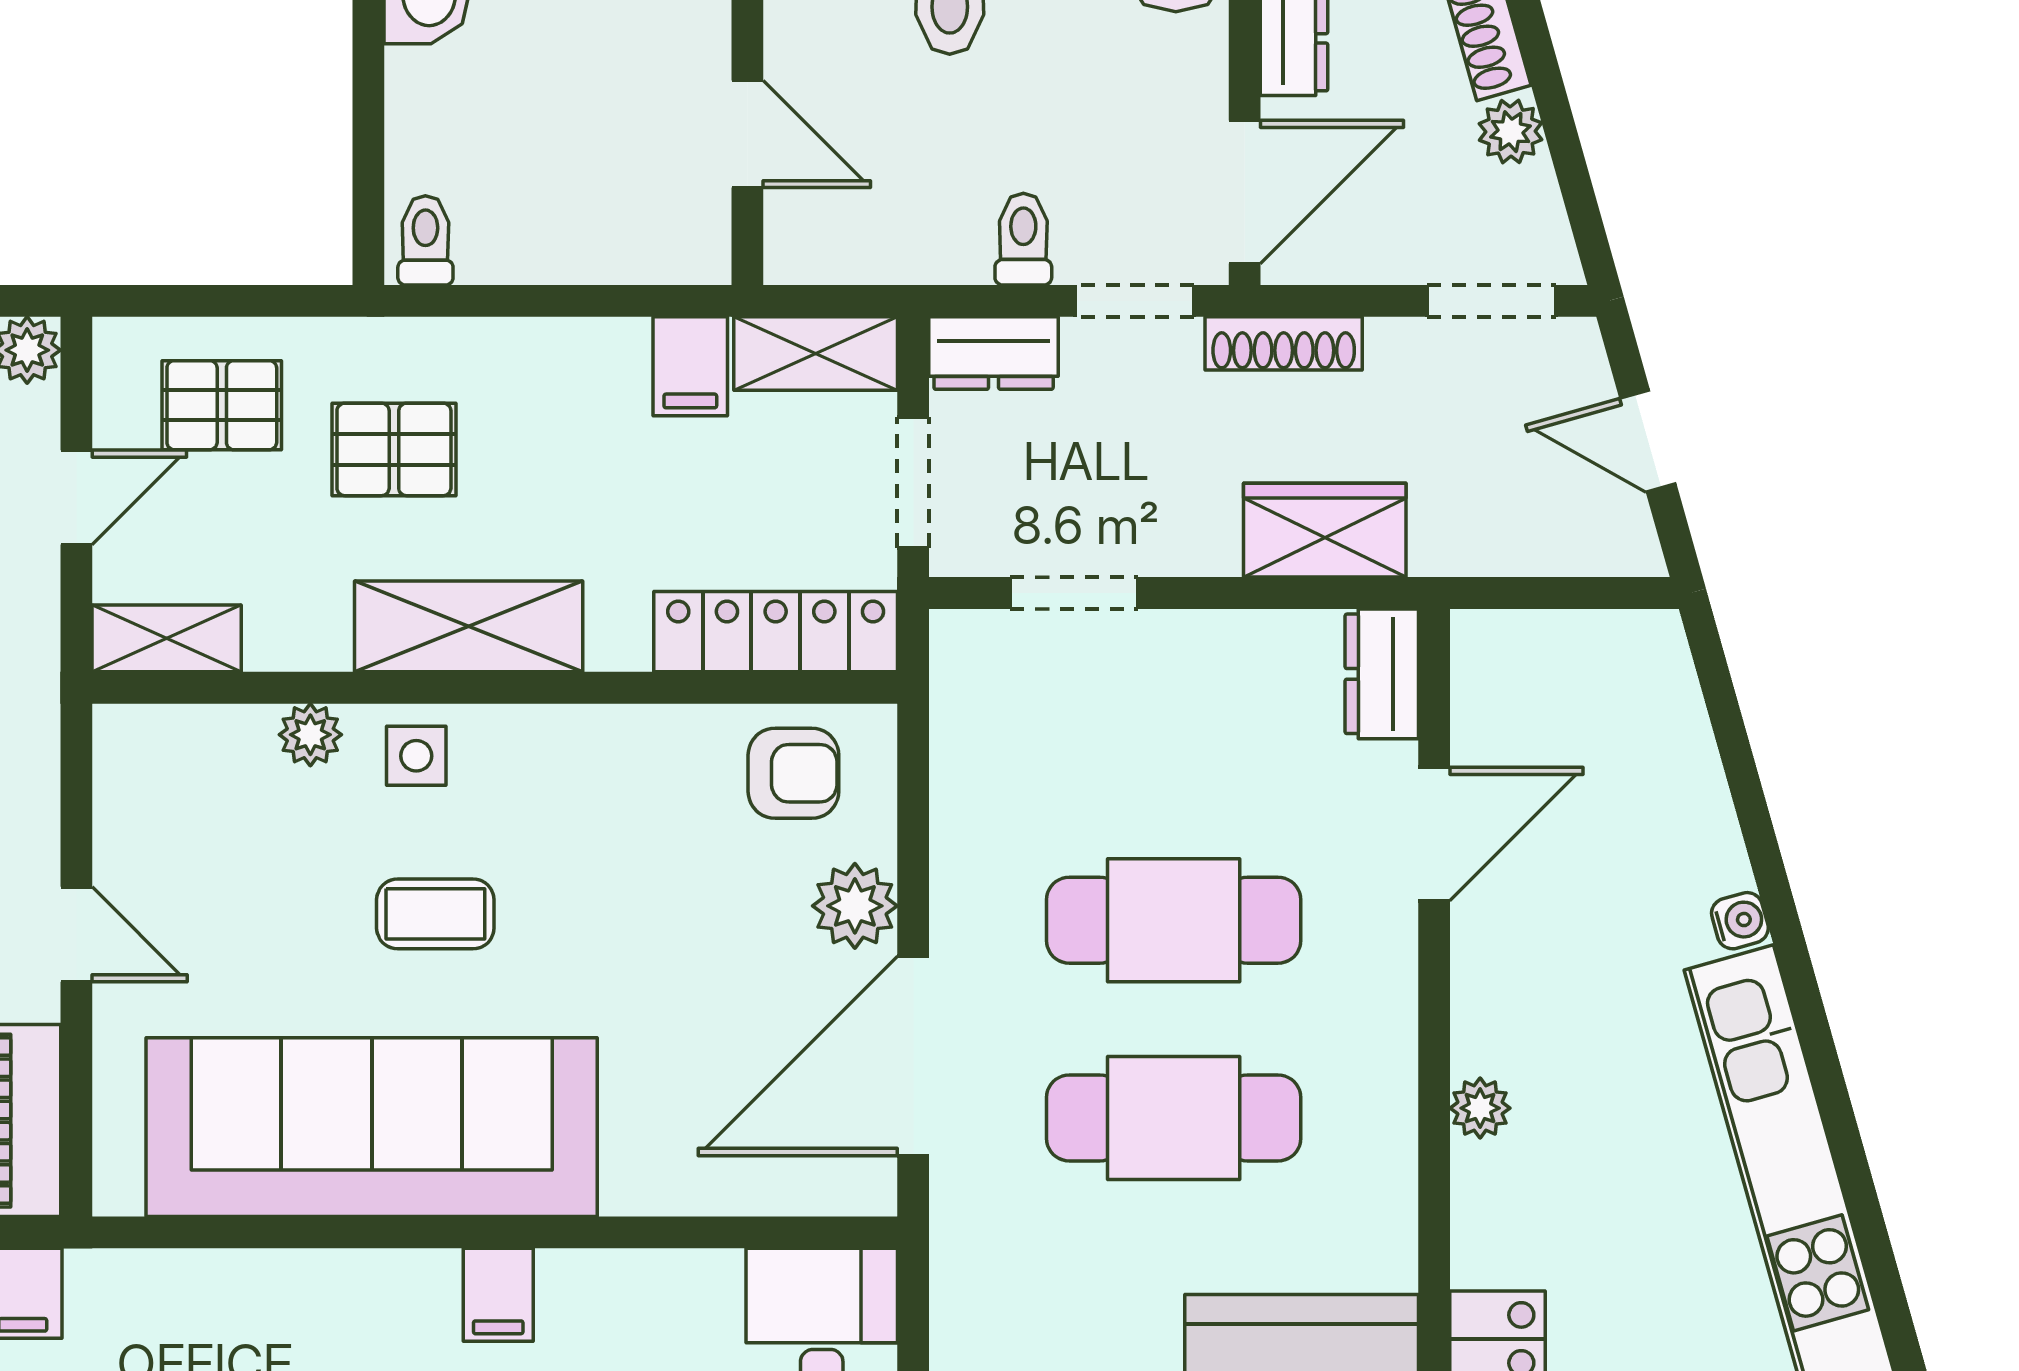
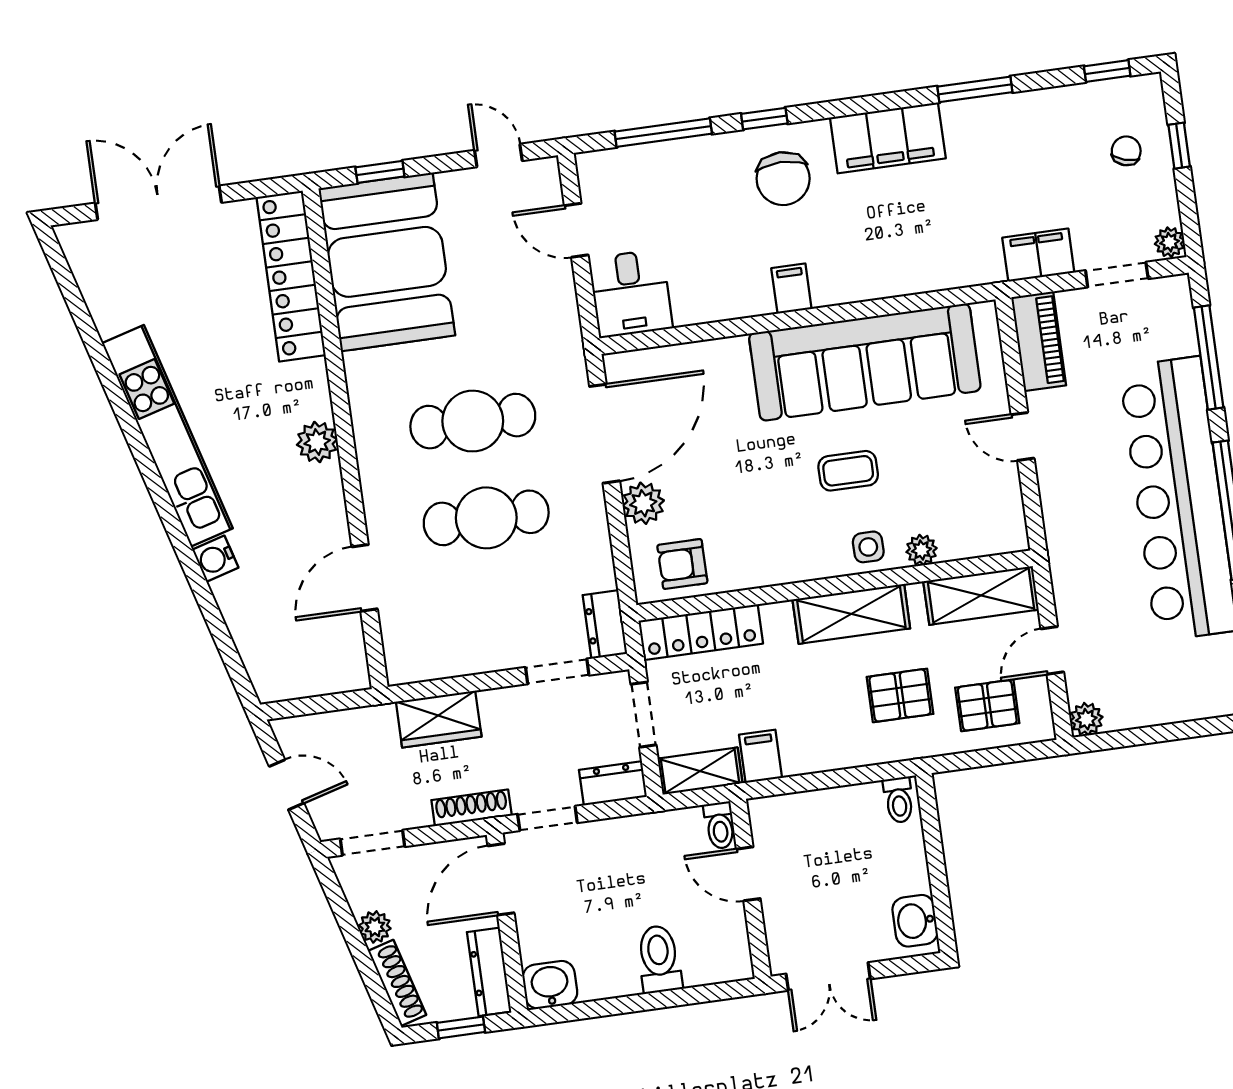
toilet: (1023, 239) -> (720, 825), moved
shelving: (167, 638) -> (981, 595), width x1.50, depth x1.33
dresser: (1382, 674) -> (605, 624), moved, turned 180
water cooler: (1740, 921) -> (215, 559), width x1.38, depth x1.38
plant: (1480, 1108) -> (317, 442), width x1.38, depth x1.38

